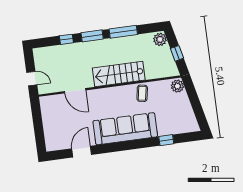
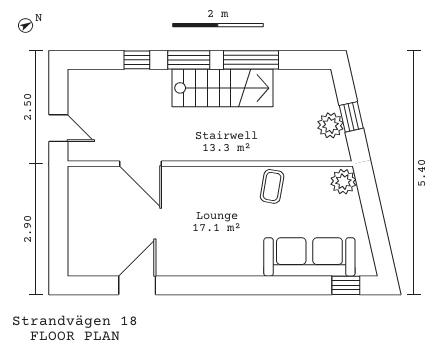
plant: (160, 39) -> (330, 125), moved
stairs: (119, 74) -> (223, 88), moved, turned 180
sofa: (125, 129) -> (309, 257), moved, width x0.74, depth x0.79
window: (166, 140) -> (346, 285), moved

